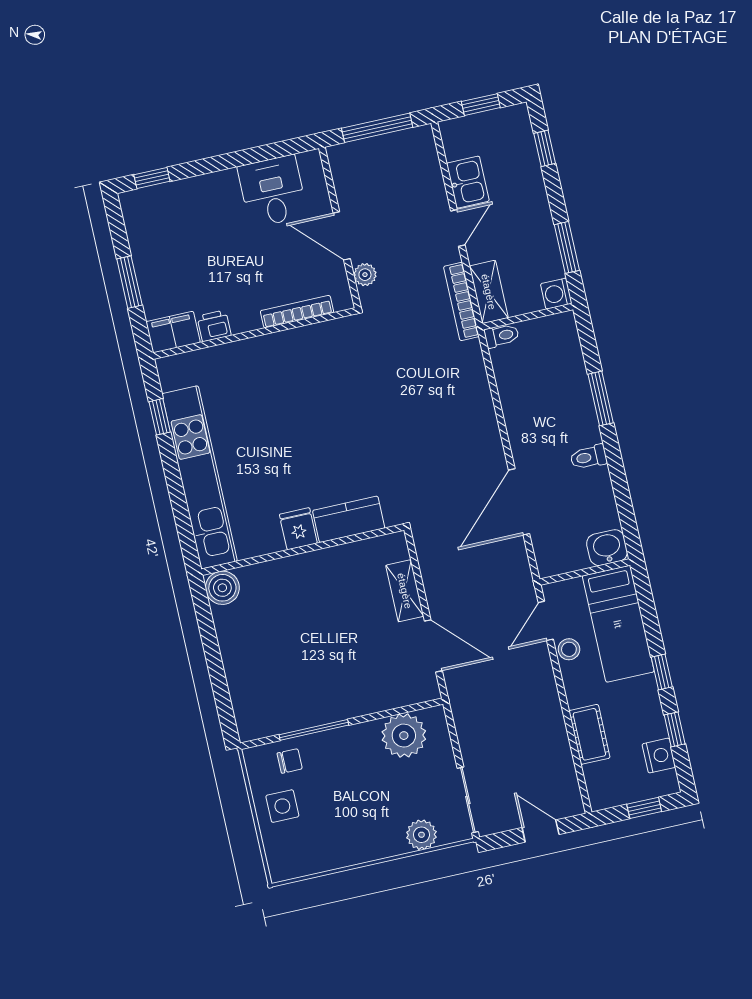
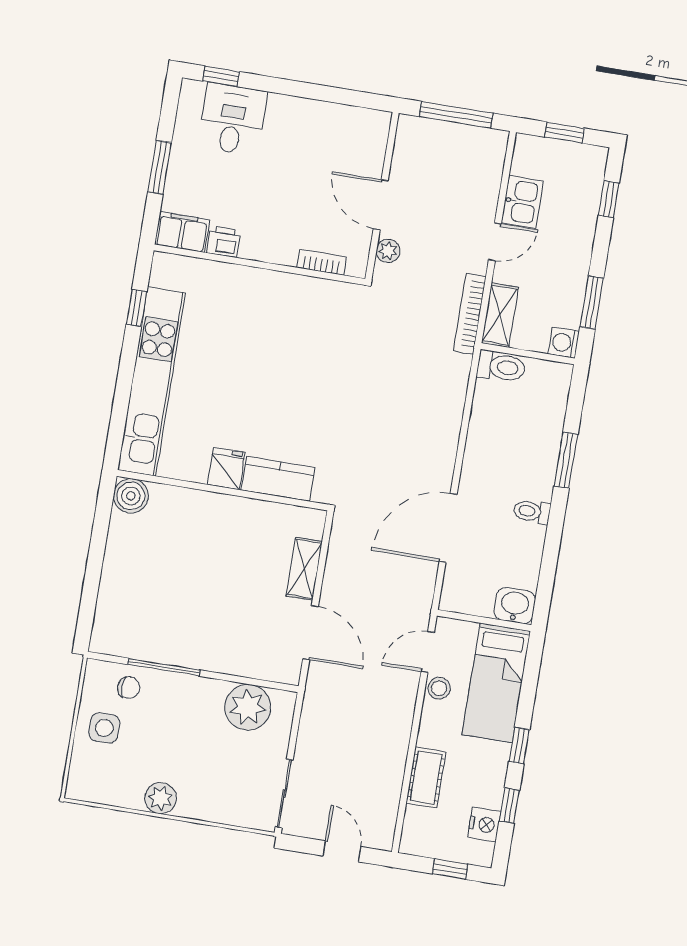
desk: (273, 191) -> (232, 119), moved
bookcase: (297, 312) -> (322, 262), width x0.64
toilet: (502, 336) -> (501, 367), width x1.37, depth x1.39
plant: (421, 835) -> (161, 798), moved

